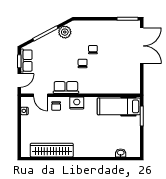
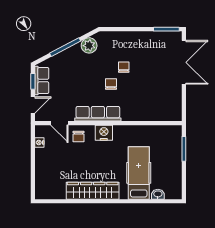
row of seats: (66, 88) -> (98, 114), width x1.48
hospital bed: (119, 106) -> (139, 173), moved, turned 90
wardrobe: (52, 150) -> (93, 191), moved

